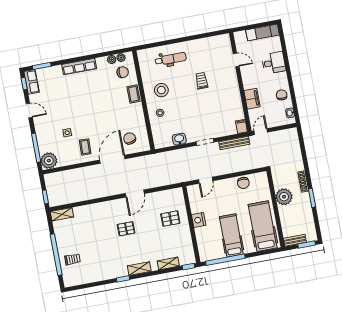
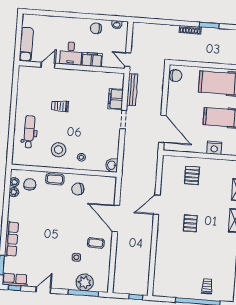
exam couch: (263, 32) -> (26, 44), moved
desk: (274, 63) -> (71, 53), moved, turned 180
row of seats: (79, 67) -> (11, 239), moved
filing cabinet: (241, 126) -> (116, 99), moved, width x2.00
chair: (130, 138) -> (78, 189), moved
washbasin: (179, 139) -> (112, 165), moved
plant: (49, 161) -> (85, 282), moved
door: (206, 180) -> (162, 129), width x1.88
chair: (243, 183) -> (176, 76), moved
door: (135, 194) -> (157, 205), swing flipped
plant: (284, 197) -> (200, 54), removed
shelving: (62, 214) -> (158, 285), removed
nightstand: (199, 220) -> (214, 148), moved

